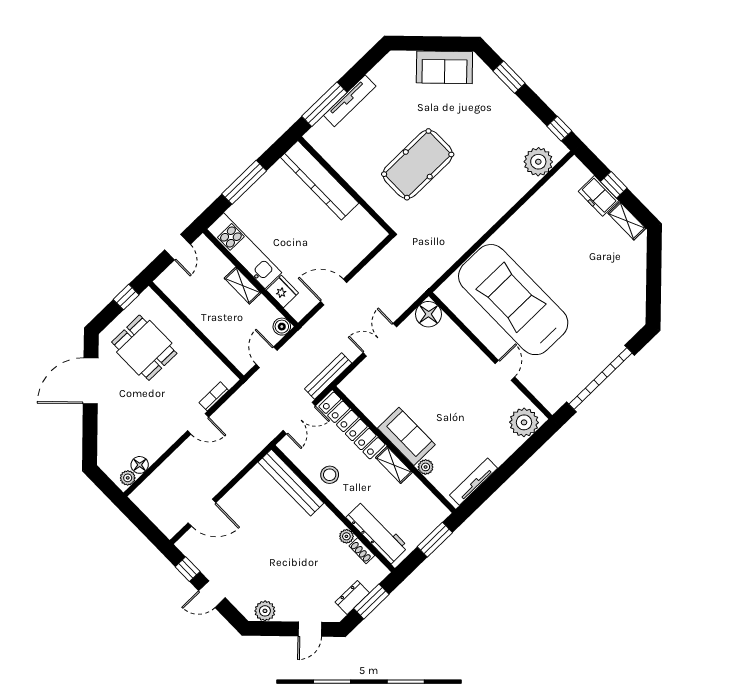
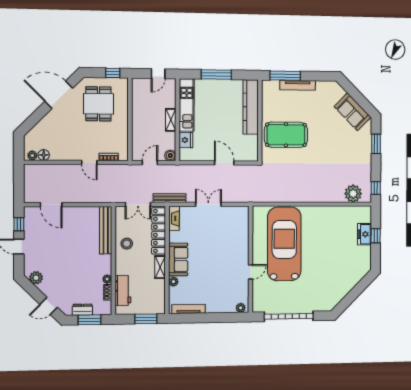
pool table: (418, 164) -> (286, 135), moved
shelving: (627, 221) -> (366, 257), removed
door: (334, 292) -> (224, 163), moved
floor lamp: (429, 314) -> (241, 214), removed
fireplace: (356, 394) -> (174, 218), added
plant: (524, 422) -> (241, 308), width x0.53, depth x0.53
workbench: (377, 532) -> (123, 290), width x0.73

